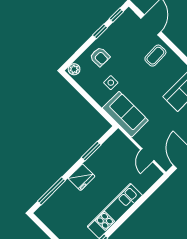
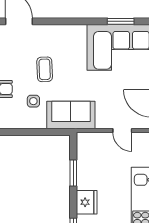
coffee table: (155, 56) -> (45, 69), moved

